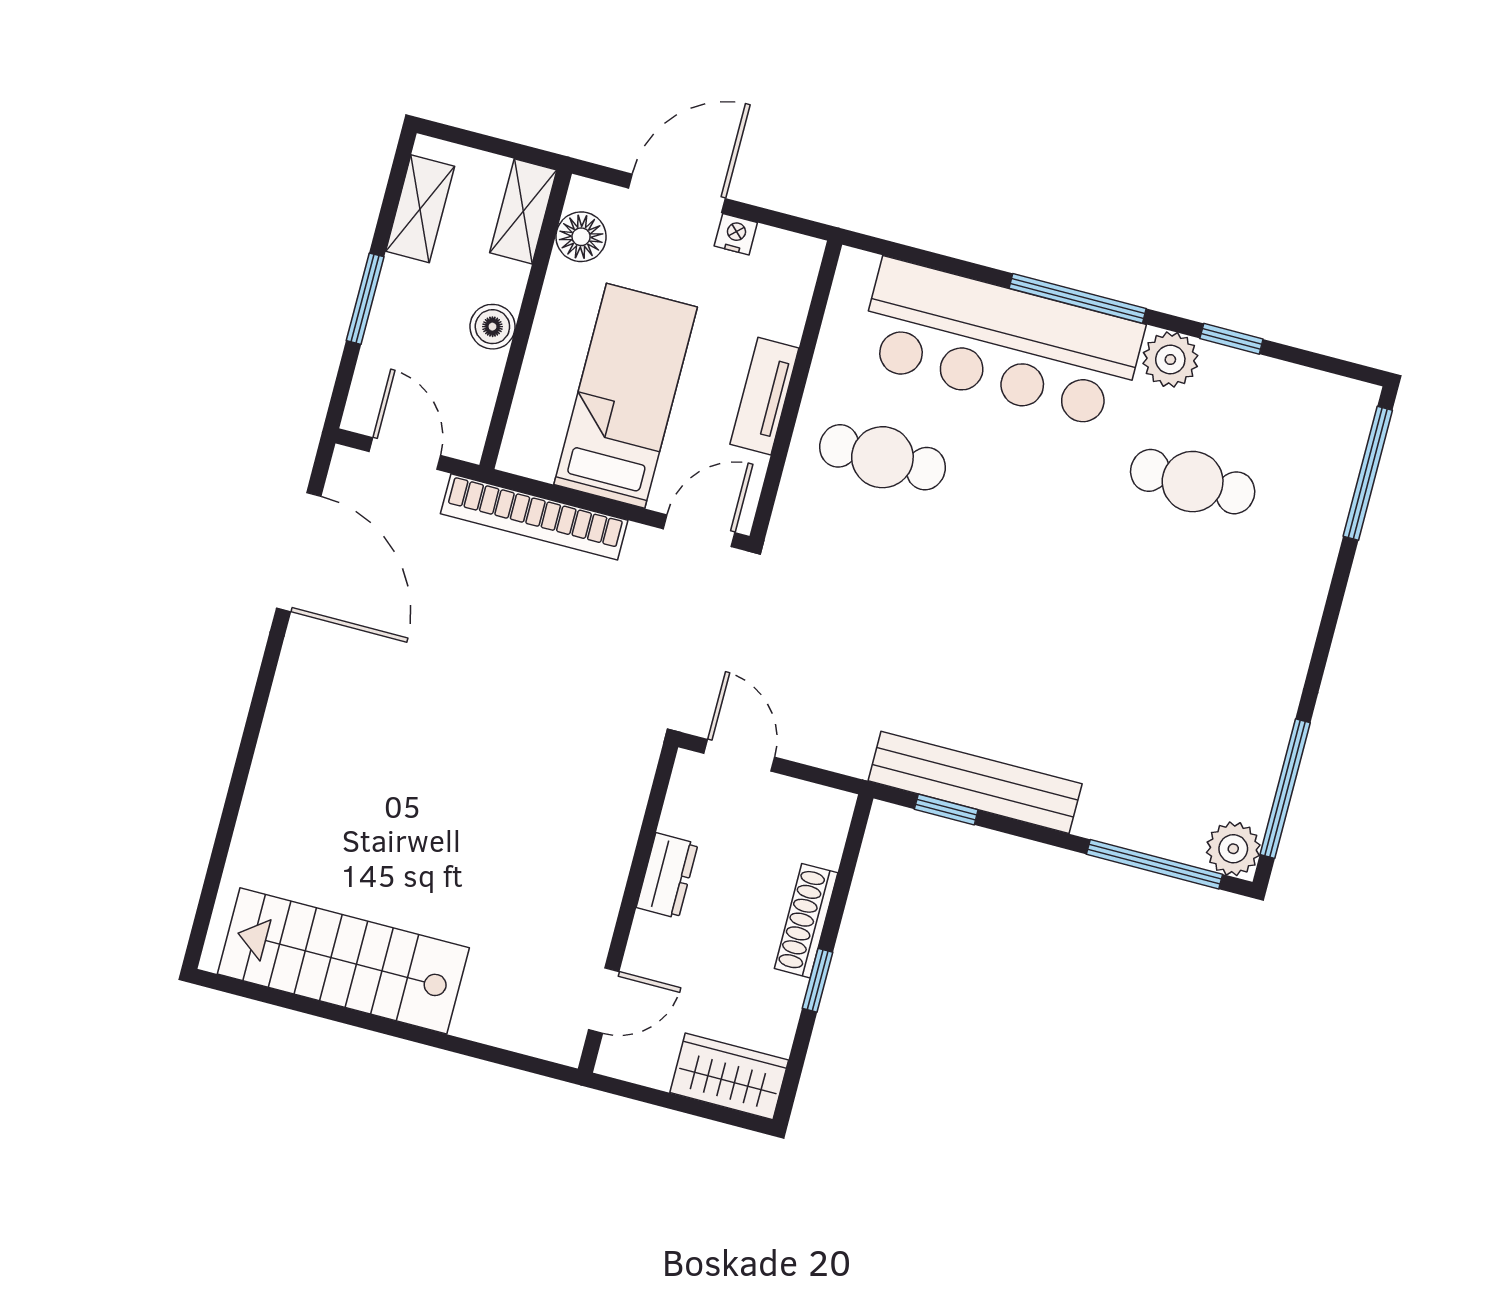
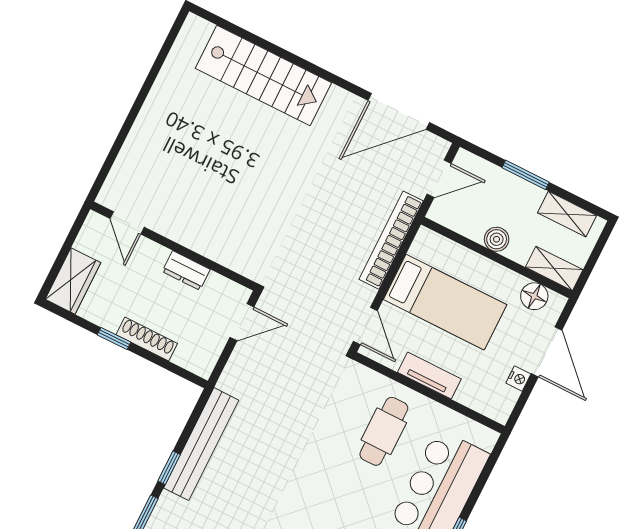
window: (946, 810) -> (169, 468), moved
stairs: (343, 961) -> (263, 75), moved, turned 90

